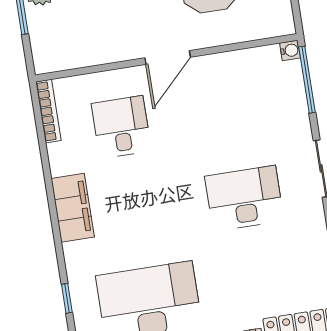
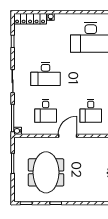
desk: (230, 110) -> (46, 111), added

